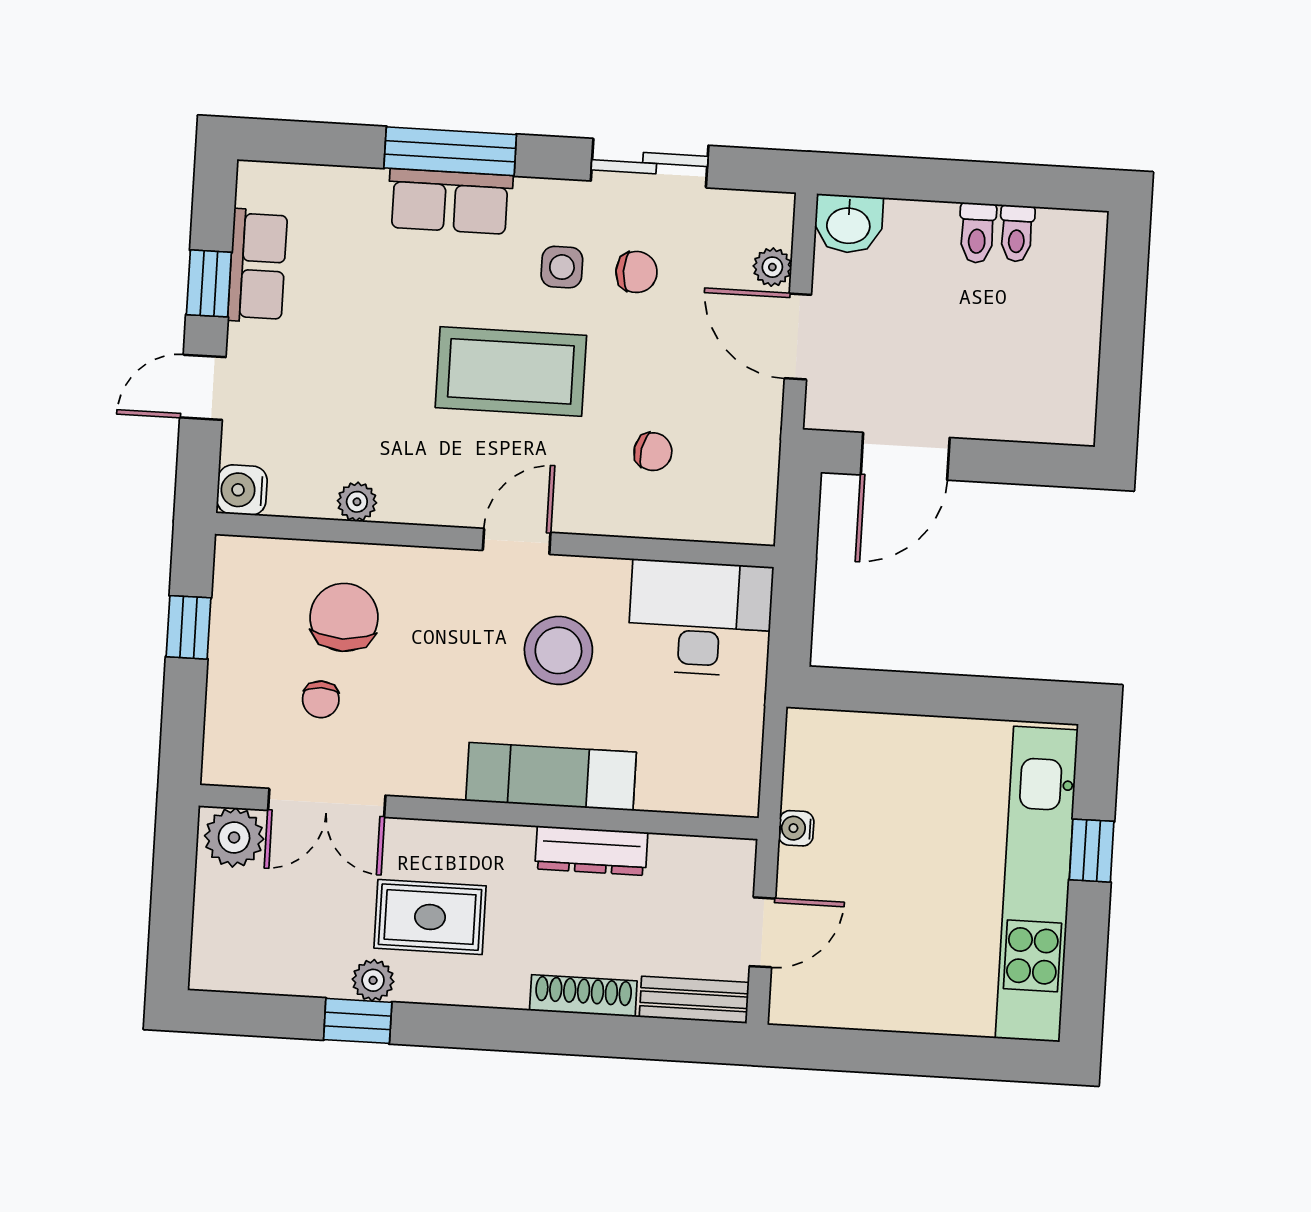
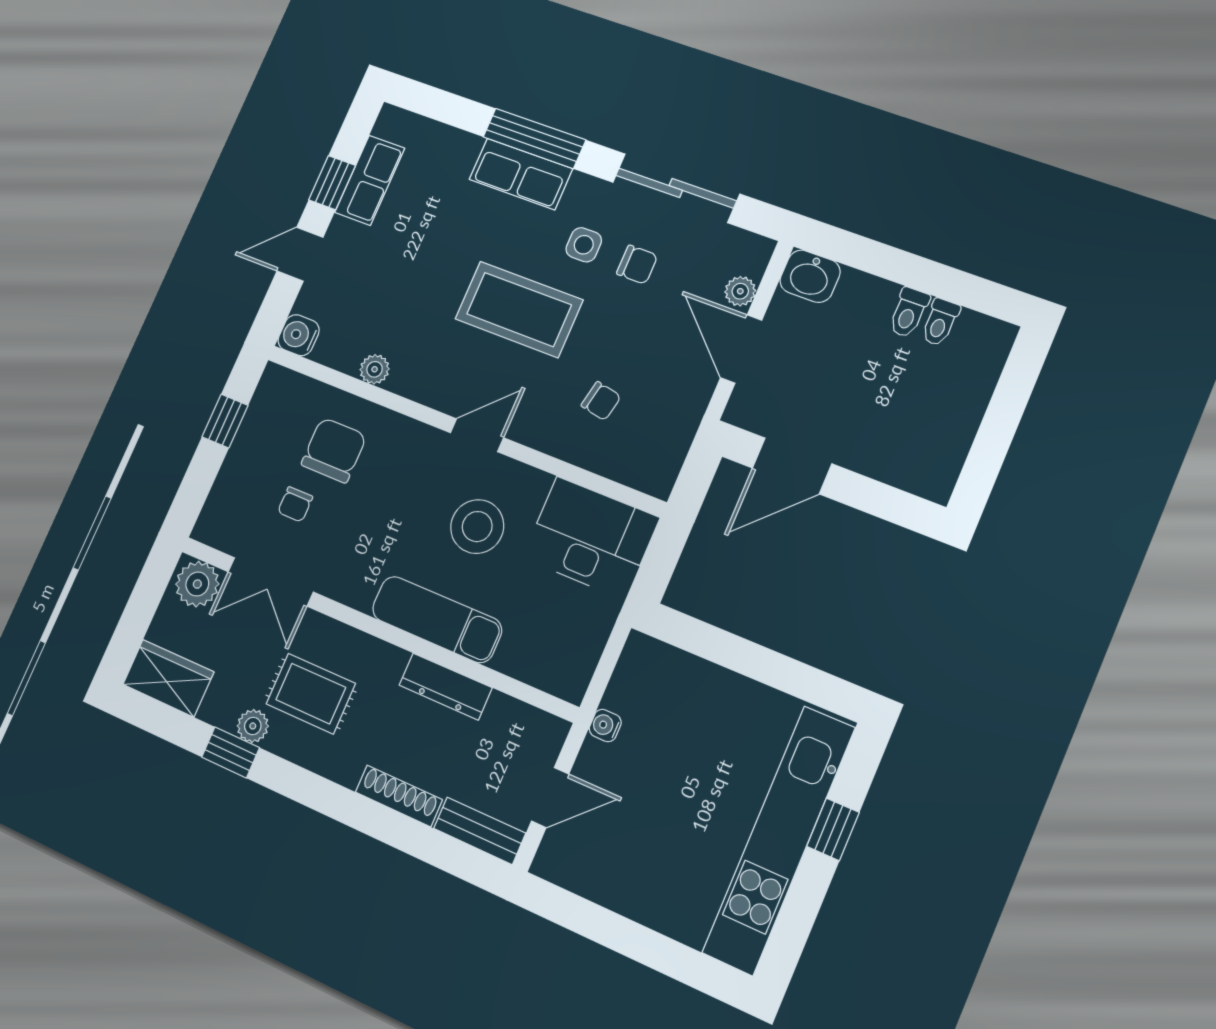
sliding door: (650, 163) -> (676, 188), width x1.37
wardrobe: (243, 962) -> (168, 678), added

